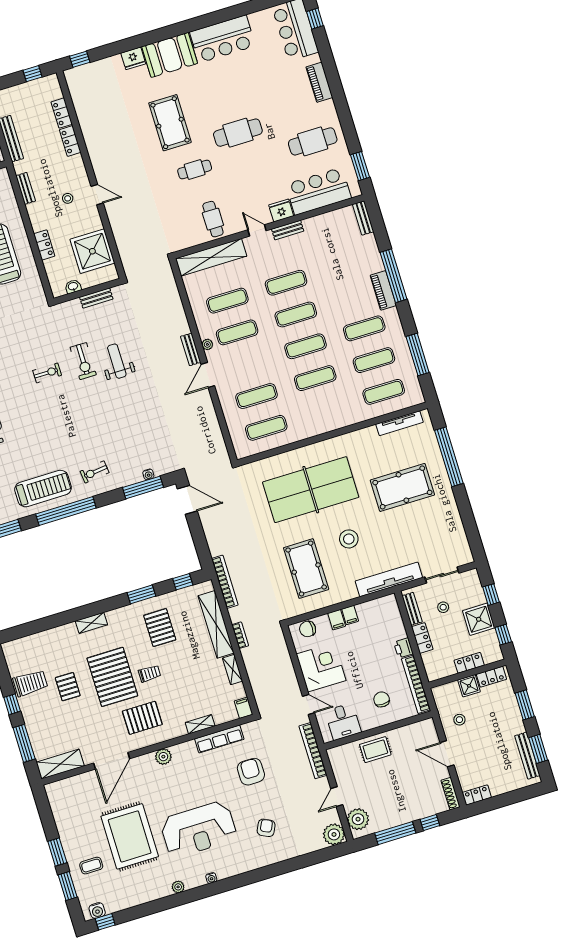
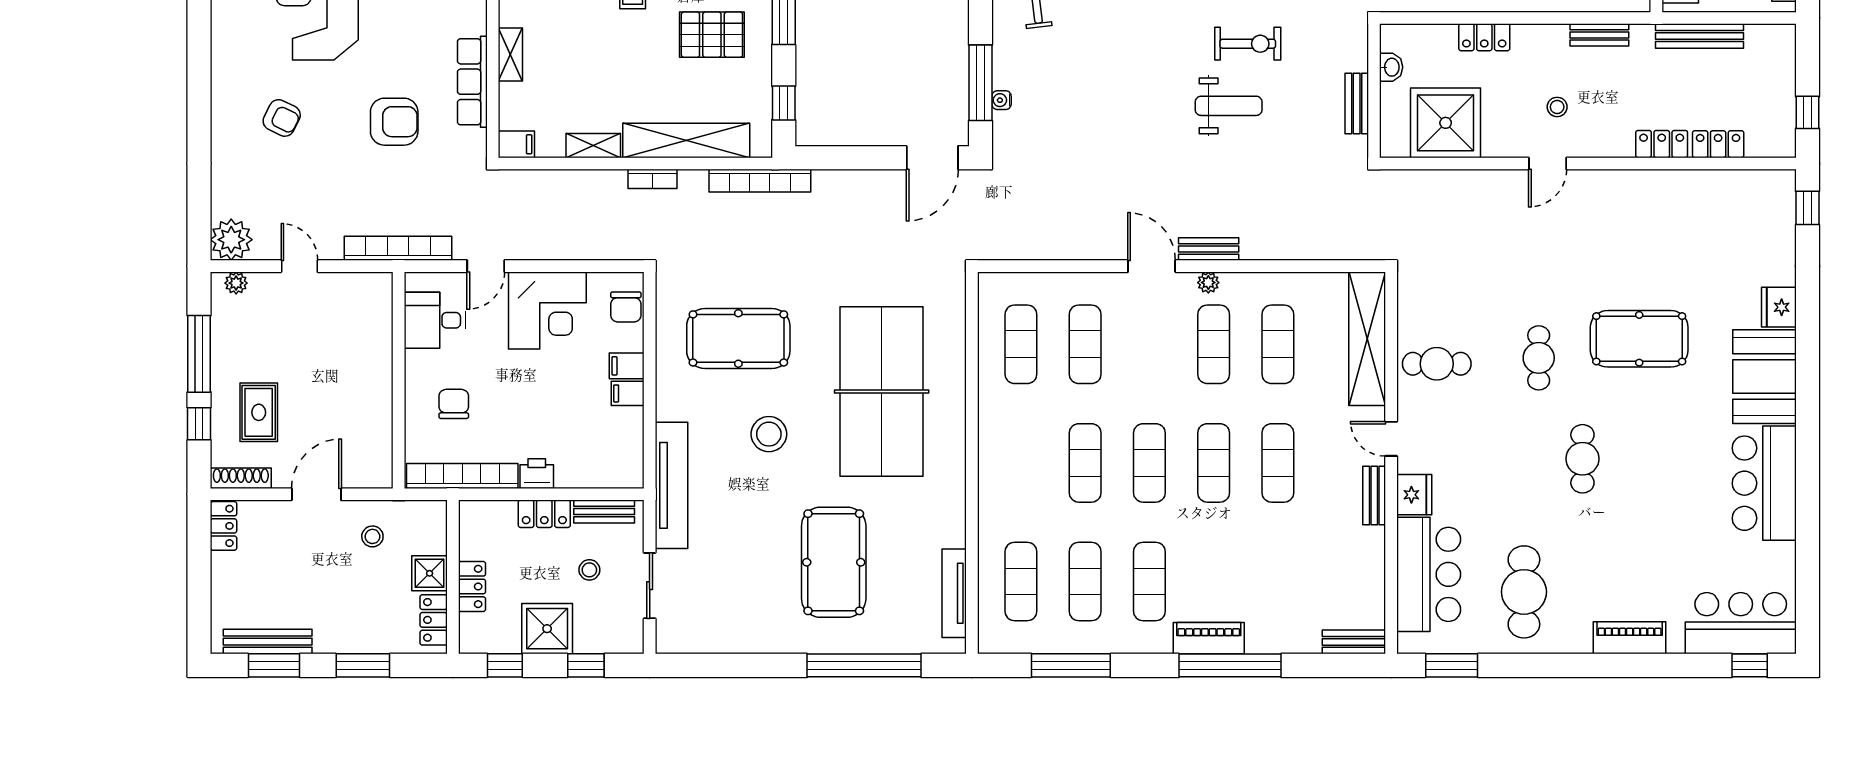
cafe table: (238, 133) -> (1582, 459), width x0.73, depth x0.74
door: (257, 230) -> (1391, 439), swing flipped
exercise bike: (83, 361) -> (1248, 44), turned 180
chair: (308, 629) -> (626, 307), turned 180
chair: (382, 699) -> (454, 404), turned -90
rug: (375, 750) -> (259, 412), moved
plant: (358, 819) -> (236, 283), width x0.53, depth x0.53

